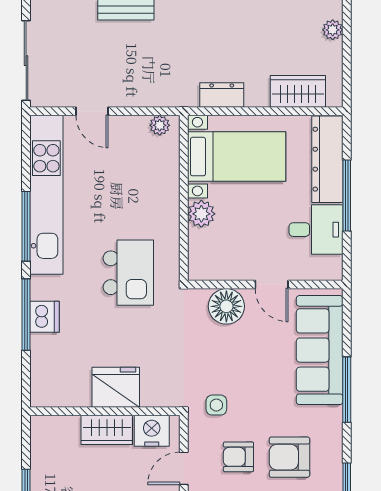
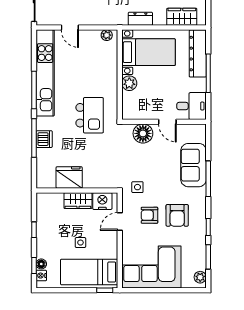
desk: (316, 230) -> (192, 106), moved
sofa: (320, 350) -> (194, 165), width x0.73
fridge: (116, 387) -> (69, 177), moved
armchair: (289, 457) -> (177, 215), turned -90

